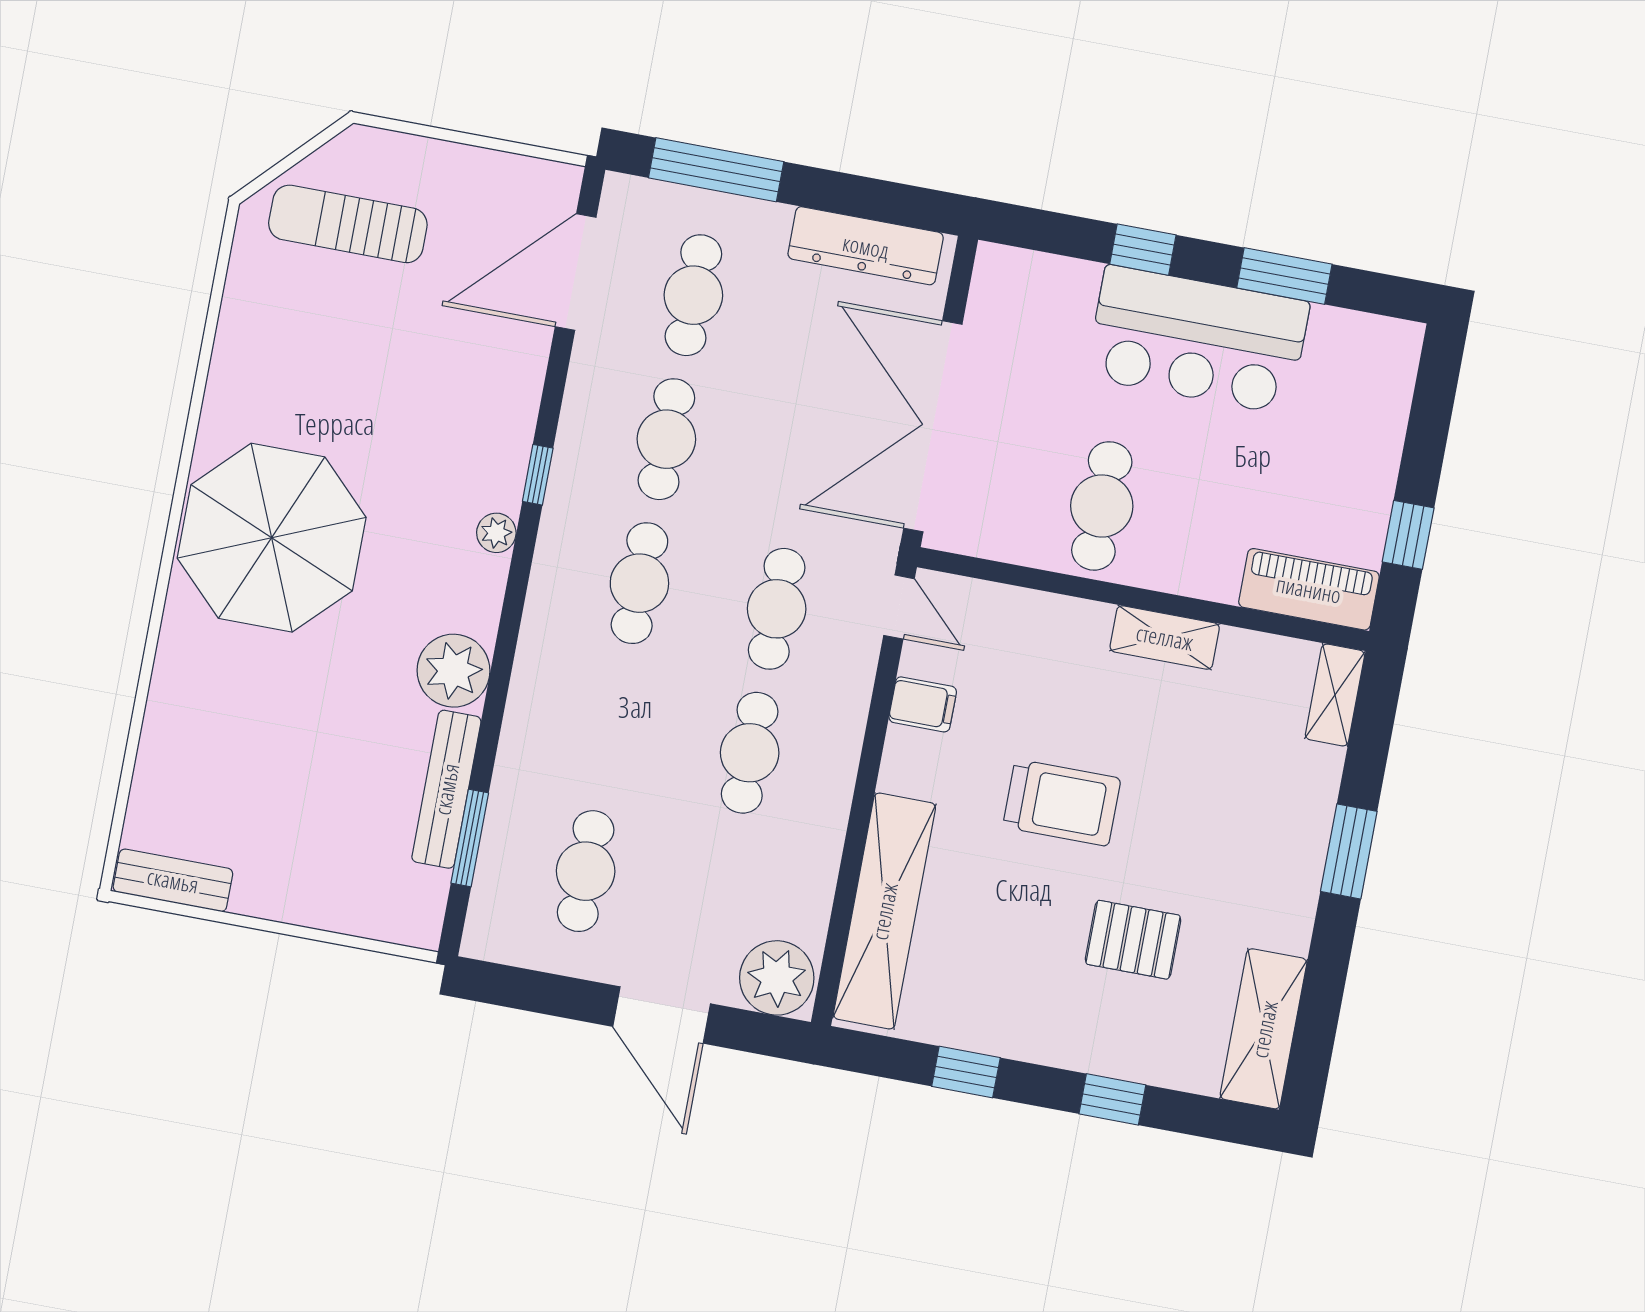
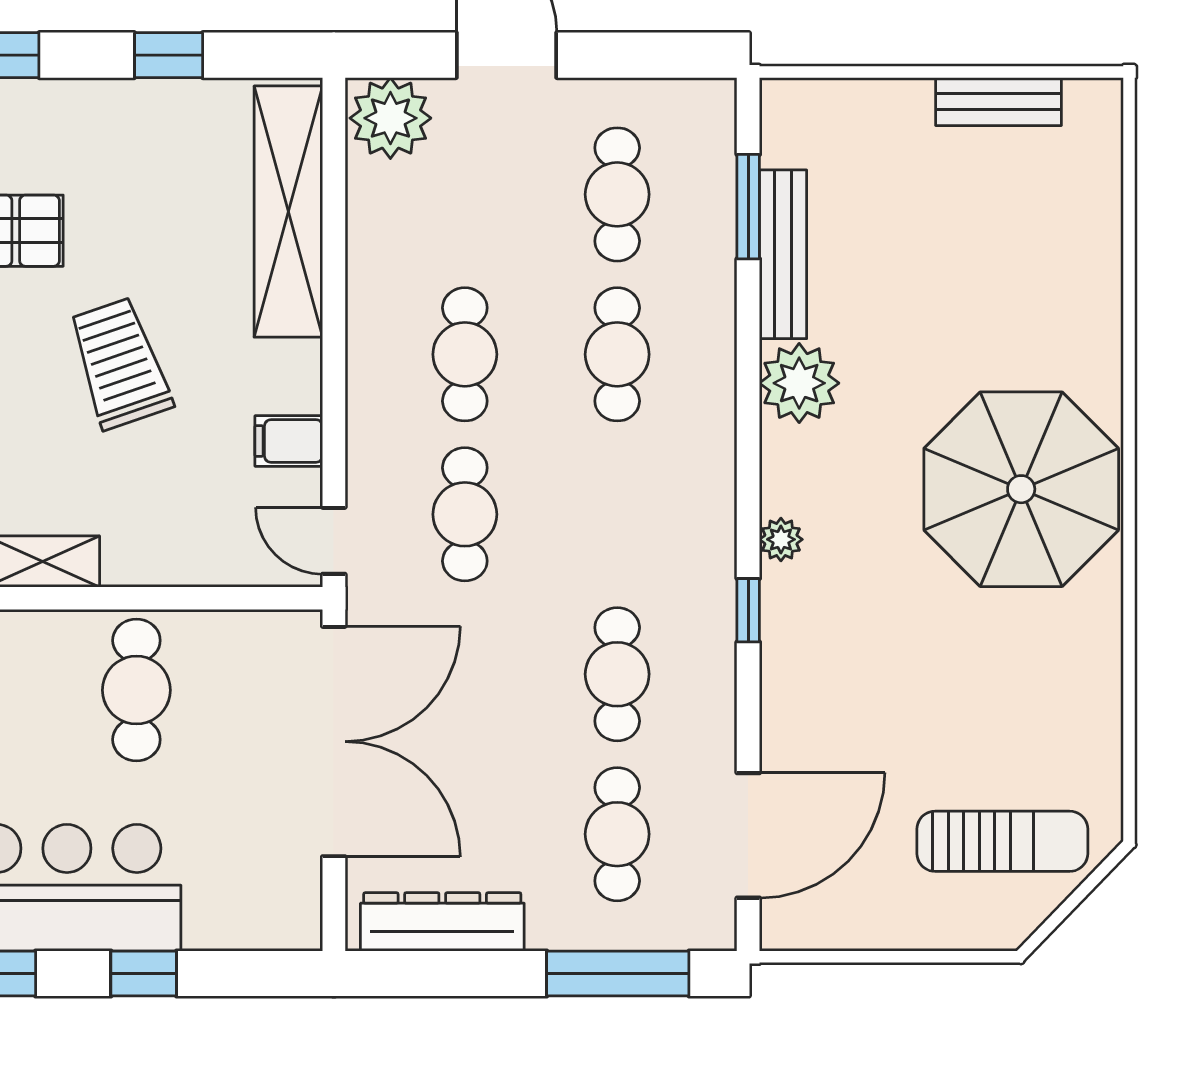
cafe table: (639, 583) -> (617, 354), moved
trolley: (1062, 803) -> (120, 363), turned 71
bench: (173, 880) -> (998, 102), moved

